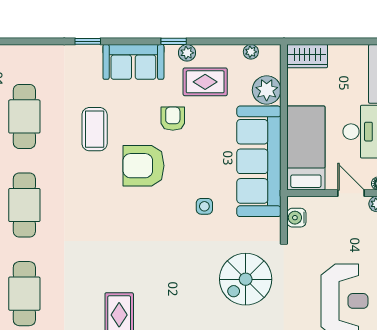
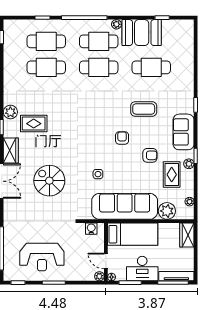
armchair: (144, 166) -> (122, 138), width x0.53, depth x0.53
door: (351, 193) -> (106, 261), swing flipped
spiral stairs: (246, 279) -> (49, 181), moved

